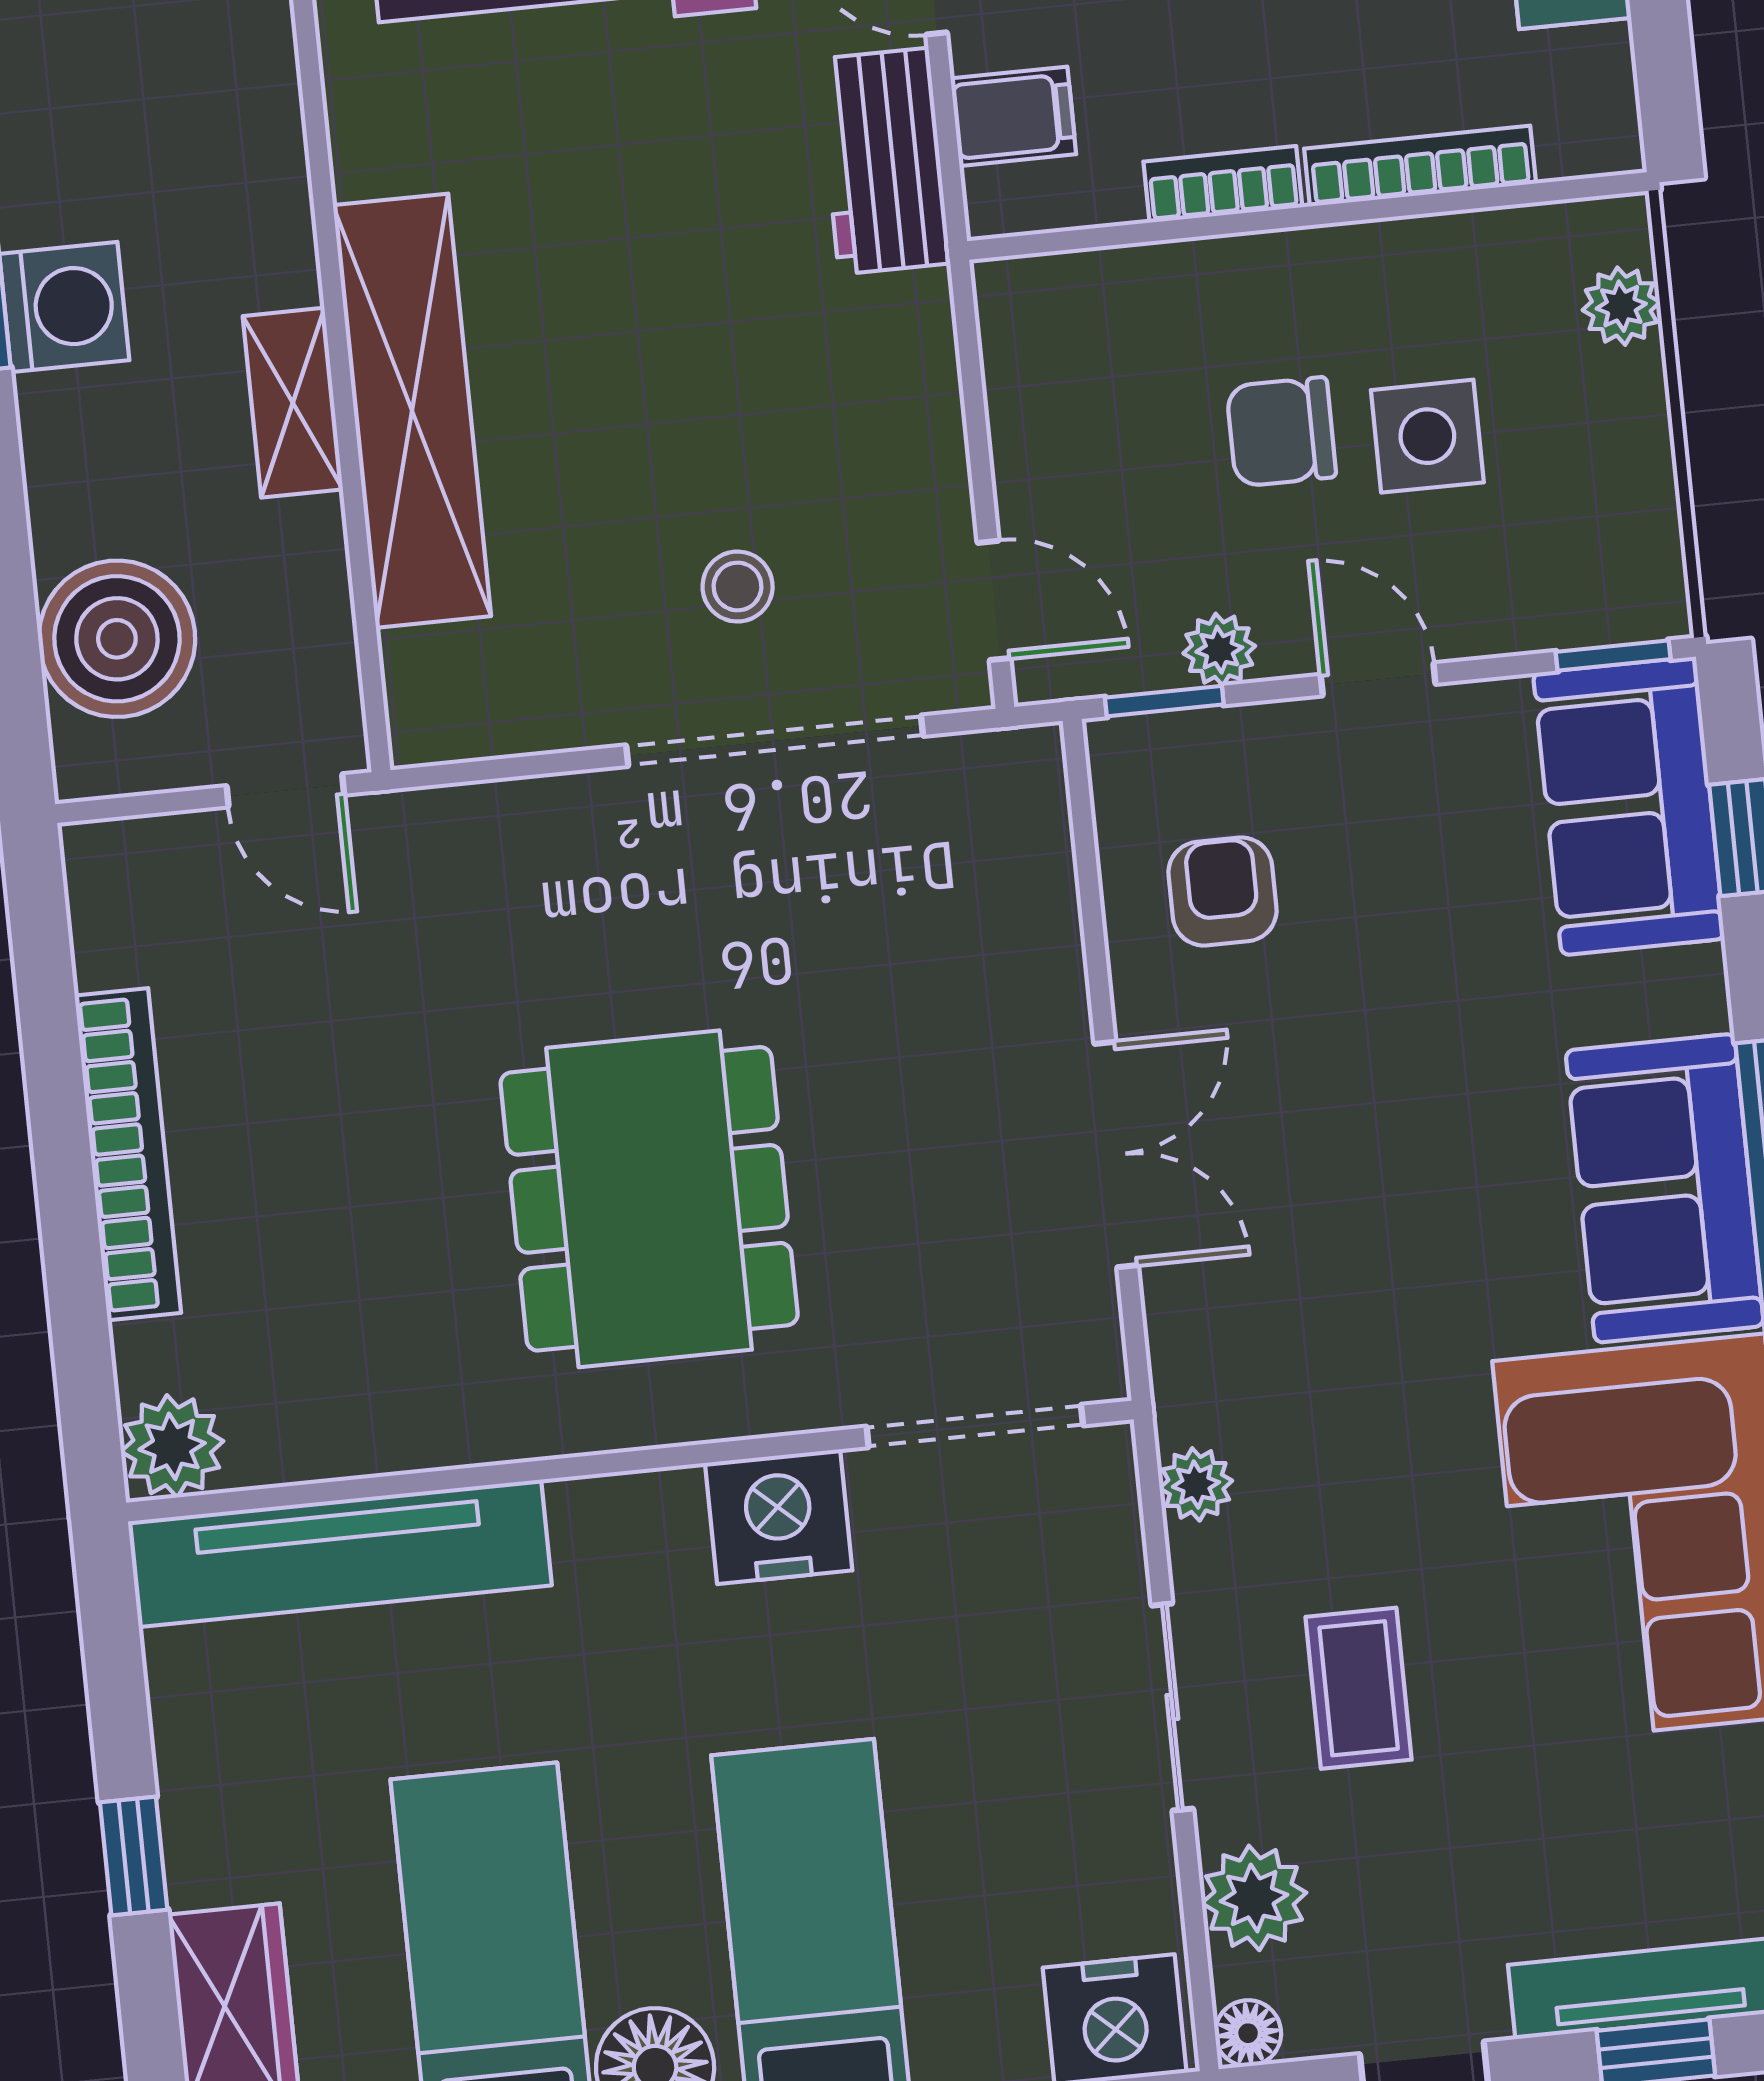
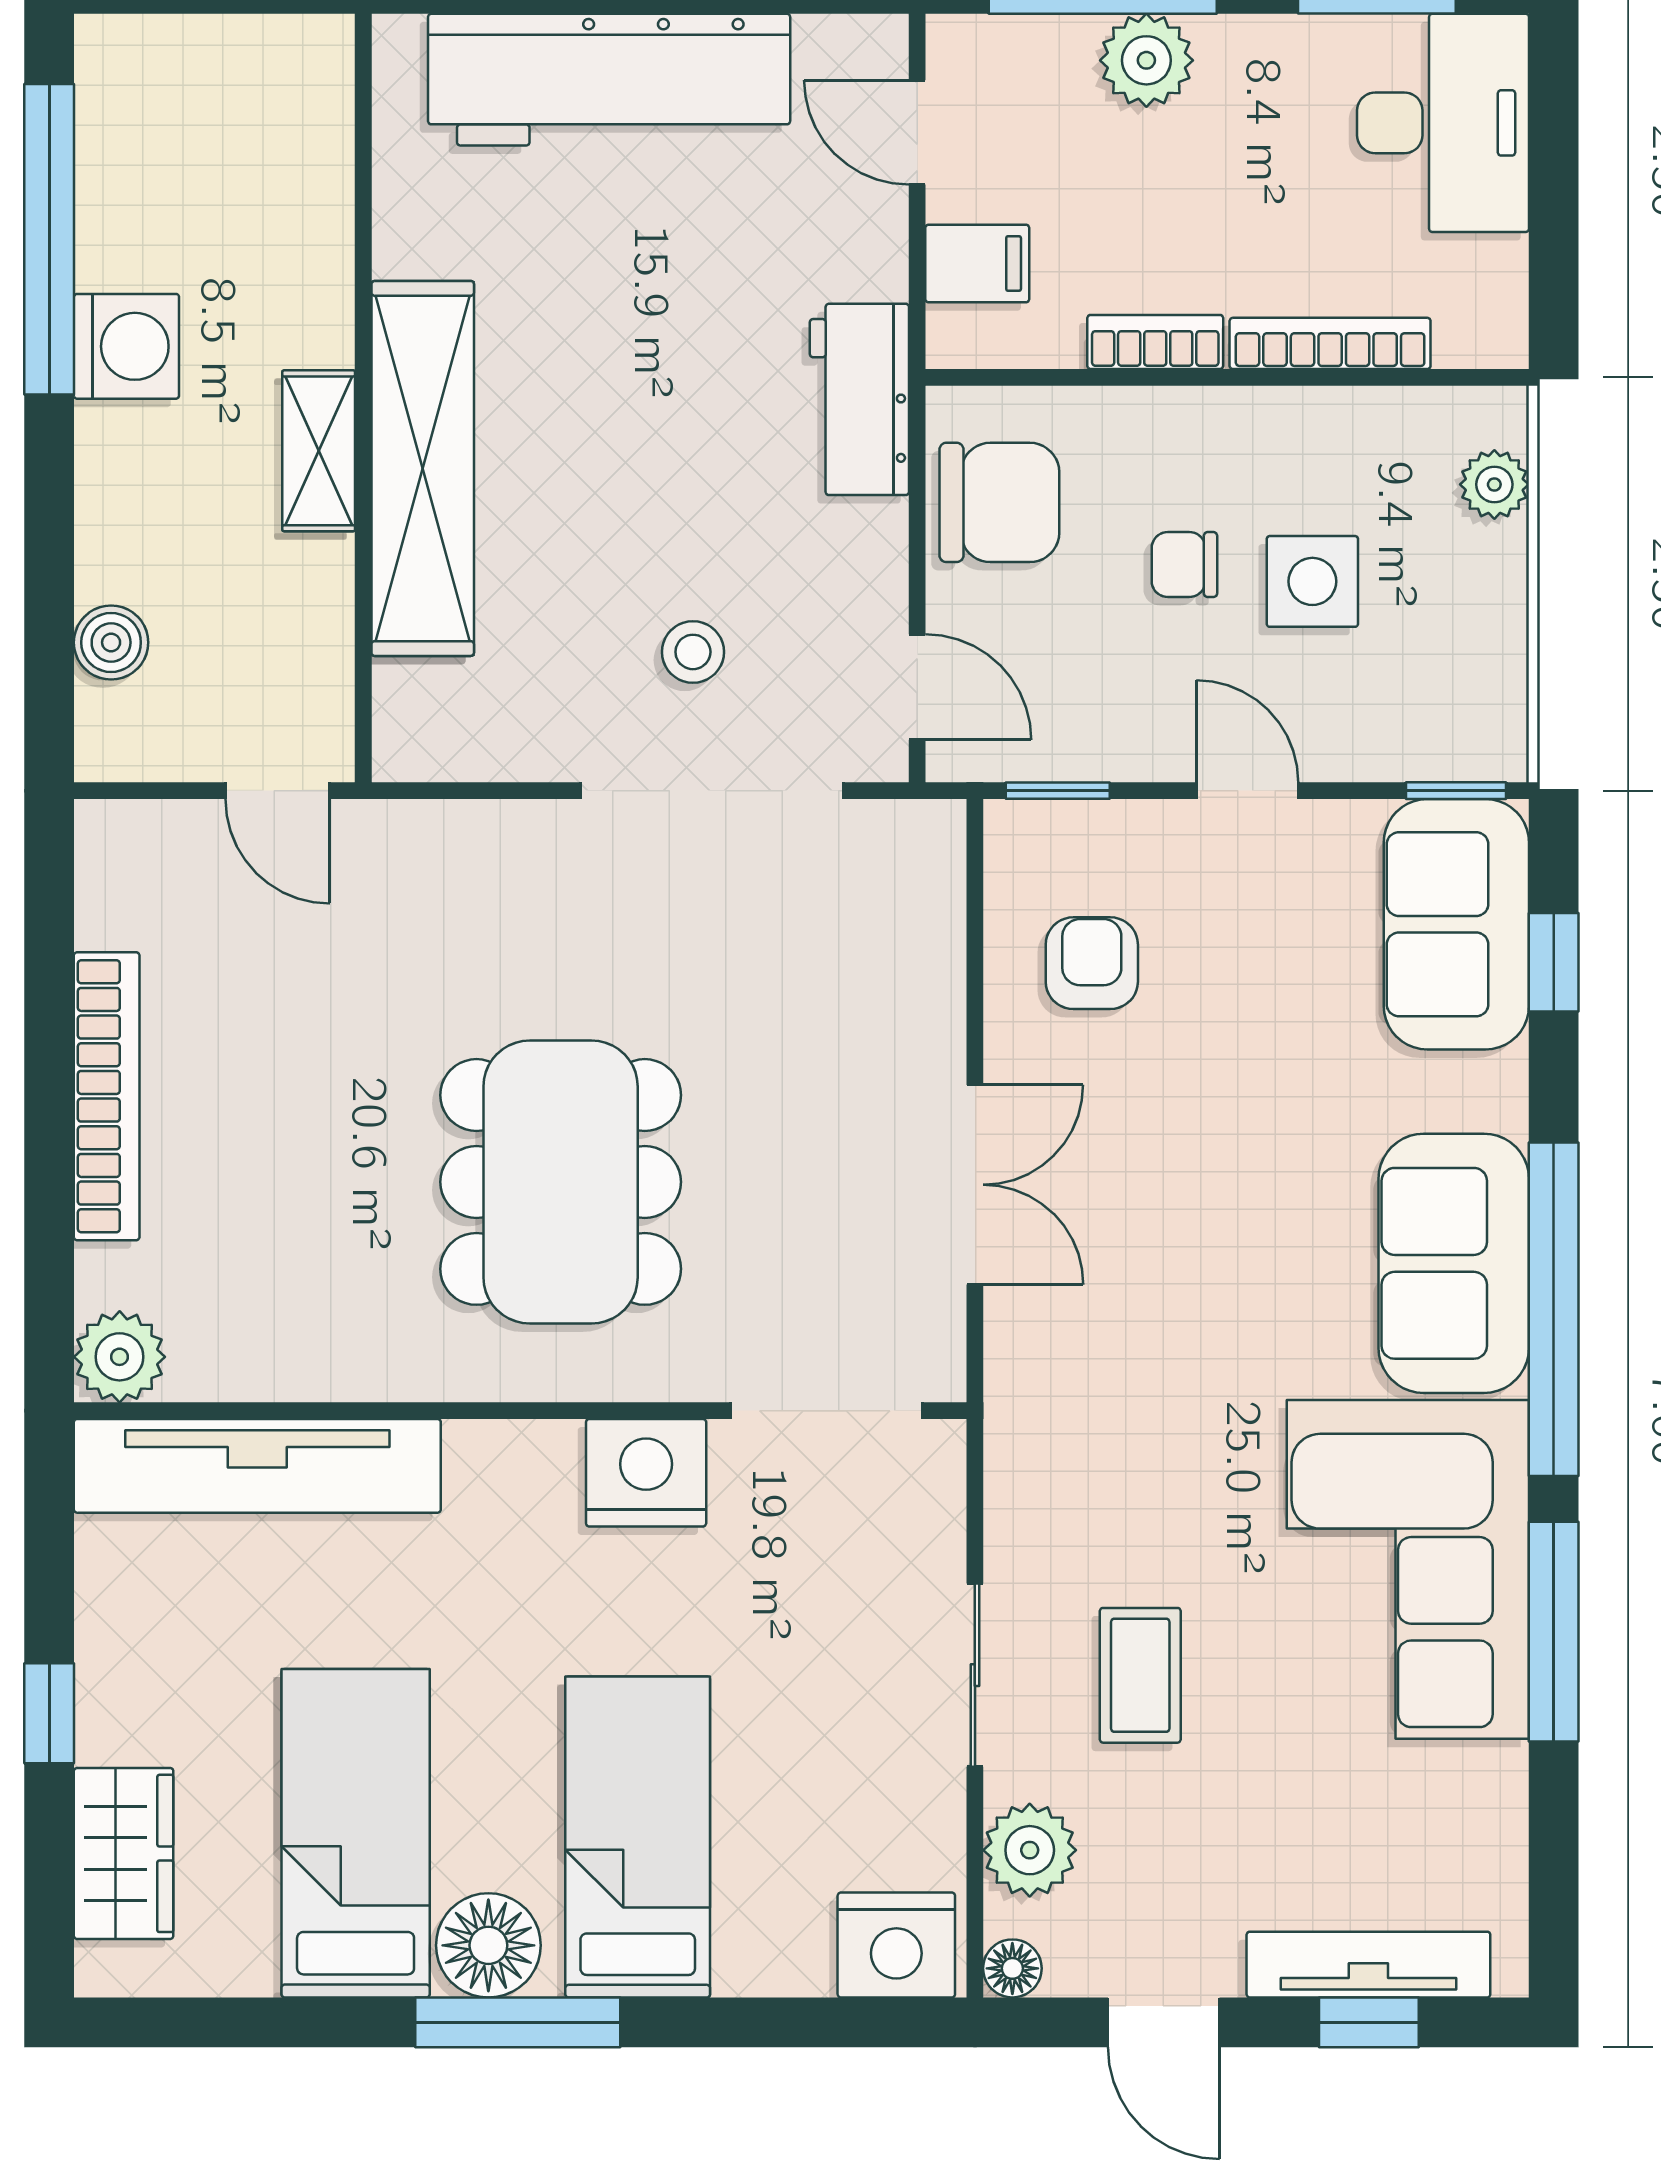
workbench: (884, 161) -> (859, 399), moved
chair: (1066, 383) -> (999, 502), added
chair: (1281, 432) -> (1184, 565), width x0.73, depth x0.73
boiler: (117, 639) -> (111, 642), width x0.54, depth x0.54
plant: (1219, 650) -> (1111, 750), removed
plant: (1196, 1484) -> (1016, 1482), removed

